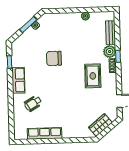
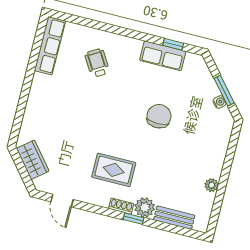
row of seats: (18, 80) -> (163, 56), moved
row of seats: (45, 133) -> (50, 46), moved

